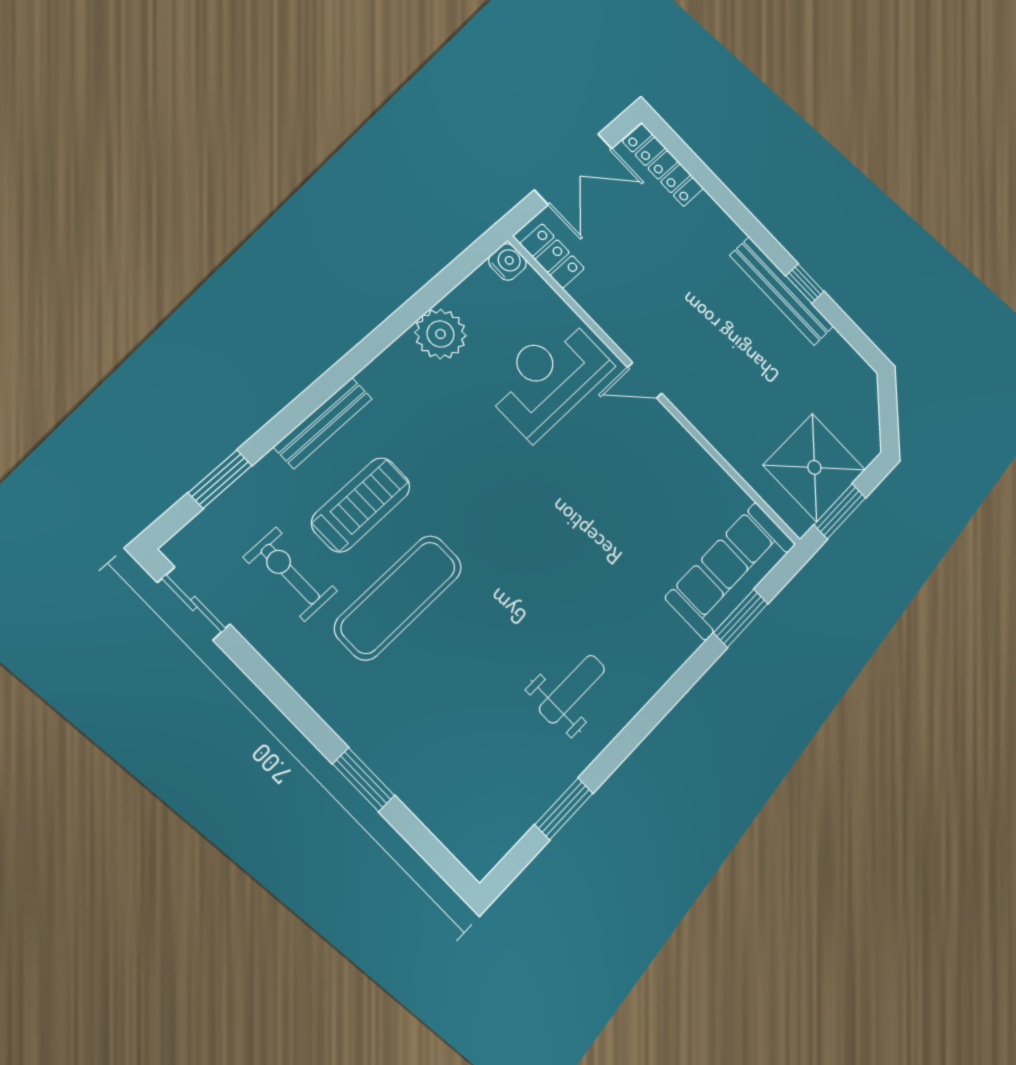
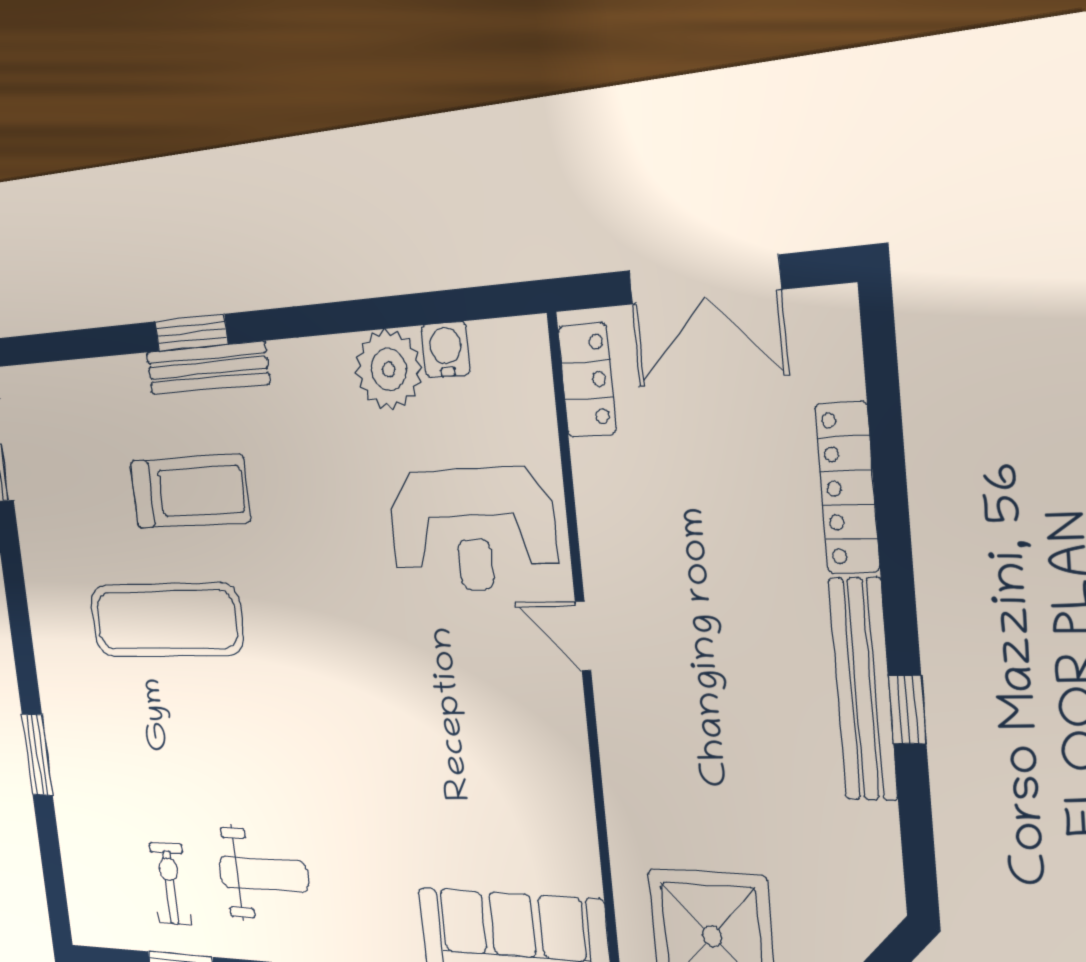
locker: (663, 165) -> (847, 488), moved
water cooler: (507, 262) -> (446, 350), moved, turned -90
reception desk: (549, 378) -> (472, 530), turned 180
window: (220, 479) -> (191, 333), moved
exercise bike: (290, 574) -> (170, 884), moved, width x0.73, depth x0.72

